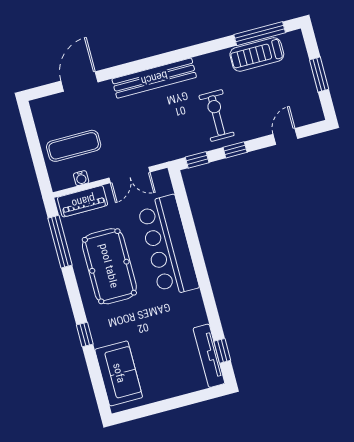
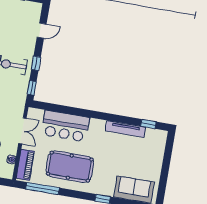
door: (285, 136) -> (42, 31), swing flipped
bar counter: (168, 246) -> (65, 126), width x0.73
tv unit: (209, 356) -> (126, 129), moved

